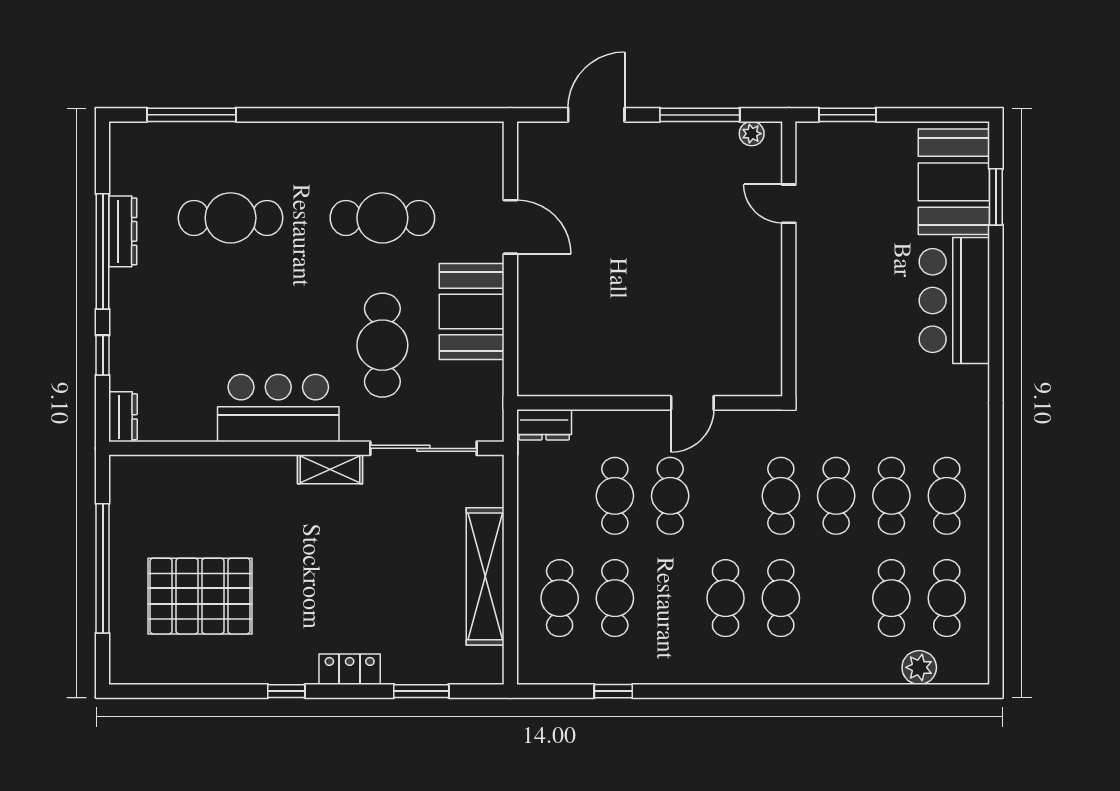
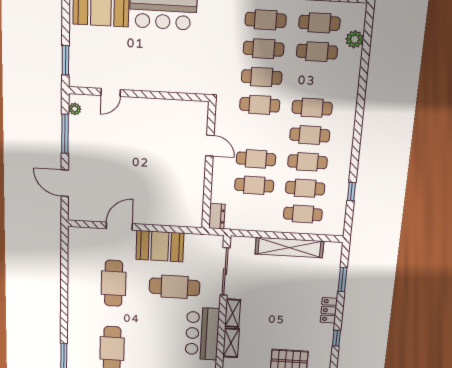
shelving: (261, 470) -> (231, 343), added
cafe table: (670, 598) -> (307, 162), added

